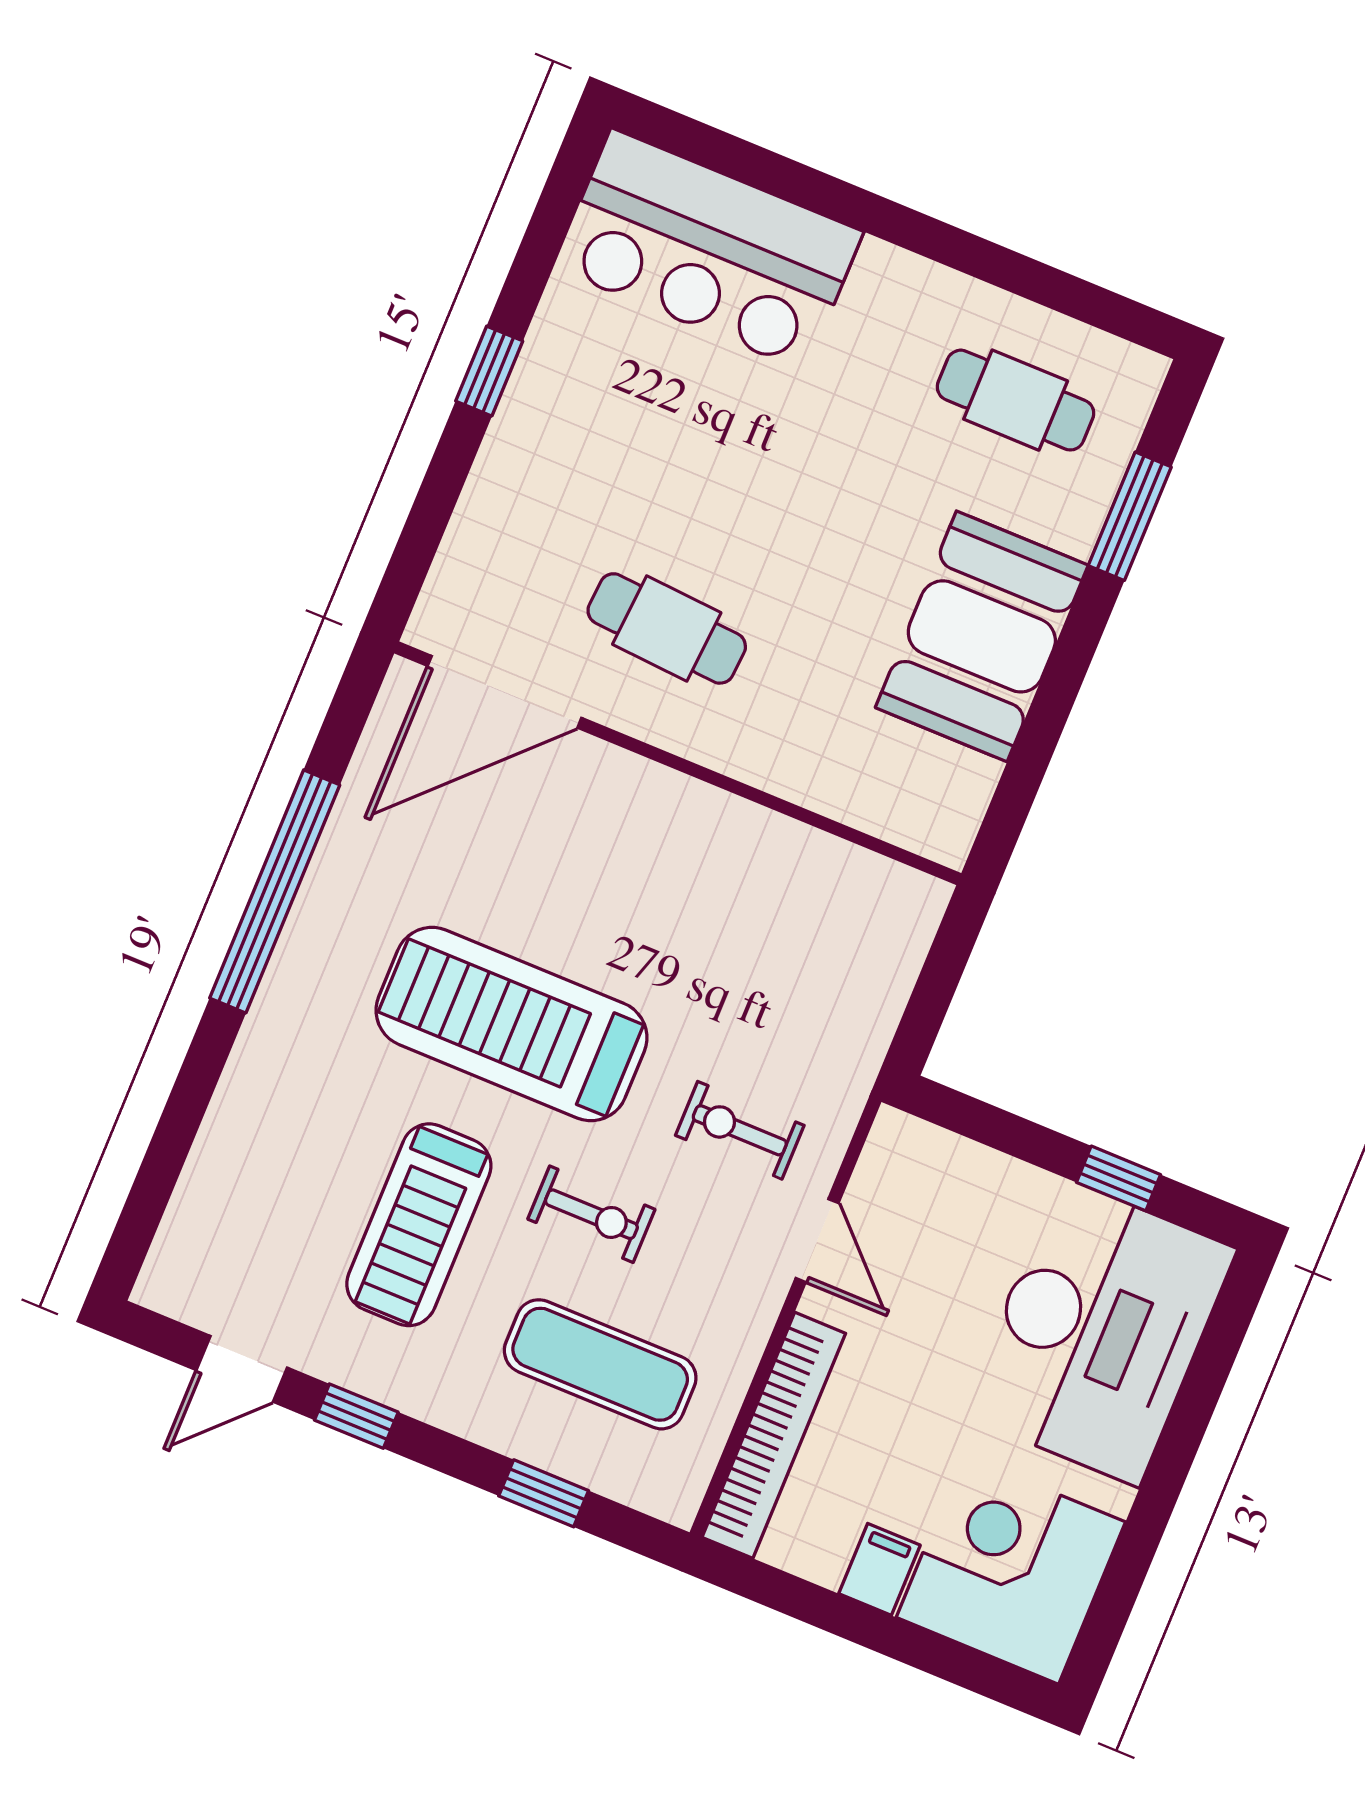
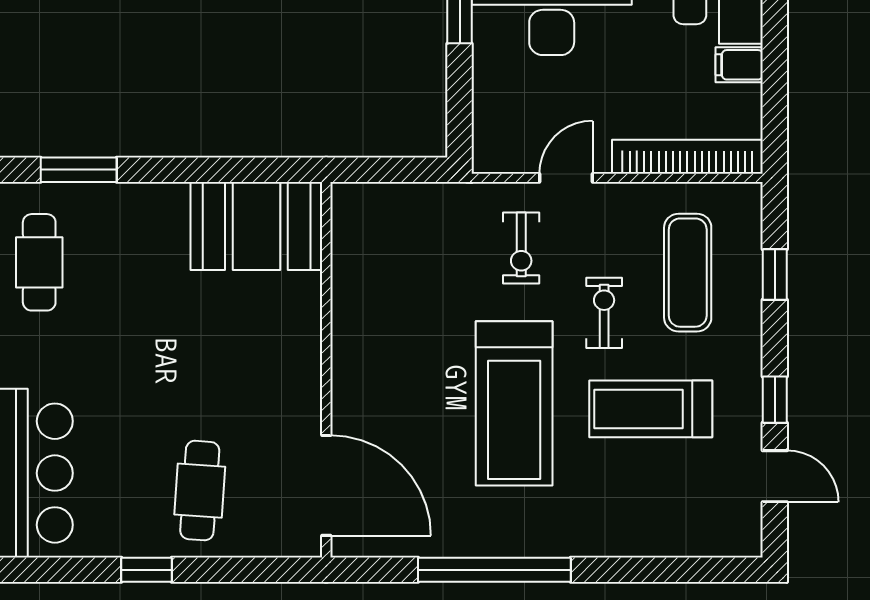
cafe table: (667, 628) -> (200, 491), moved
booth: (982, 636) -> (256, 226), moved
treadmill: (419, 1225) -> (651, 409), turned 180

